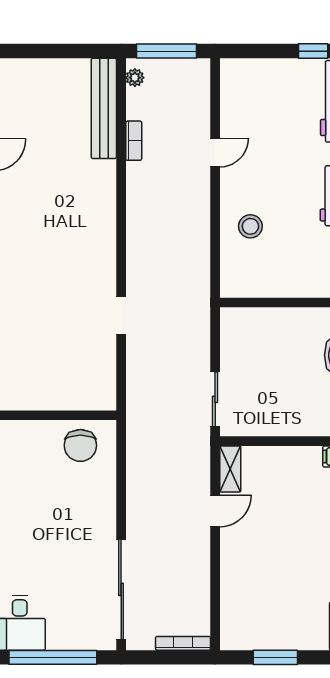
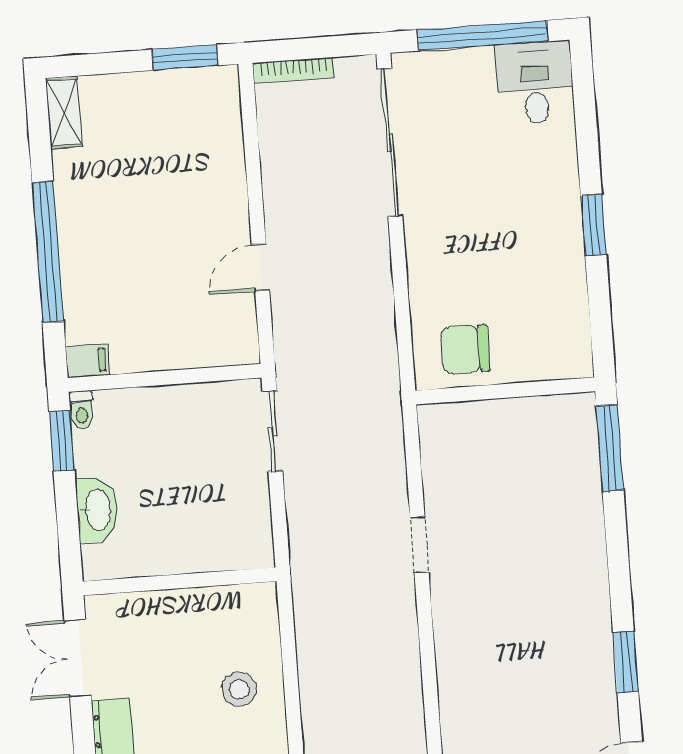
chair: (80, 445) -> (465, 349), turned -90
shelving: (230, 469) -> (243, 331), removed
window: (275, 657) -> (185, 57), moved

